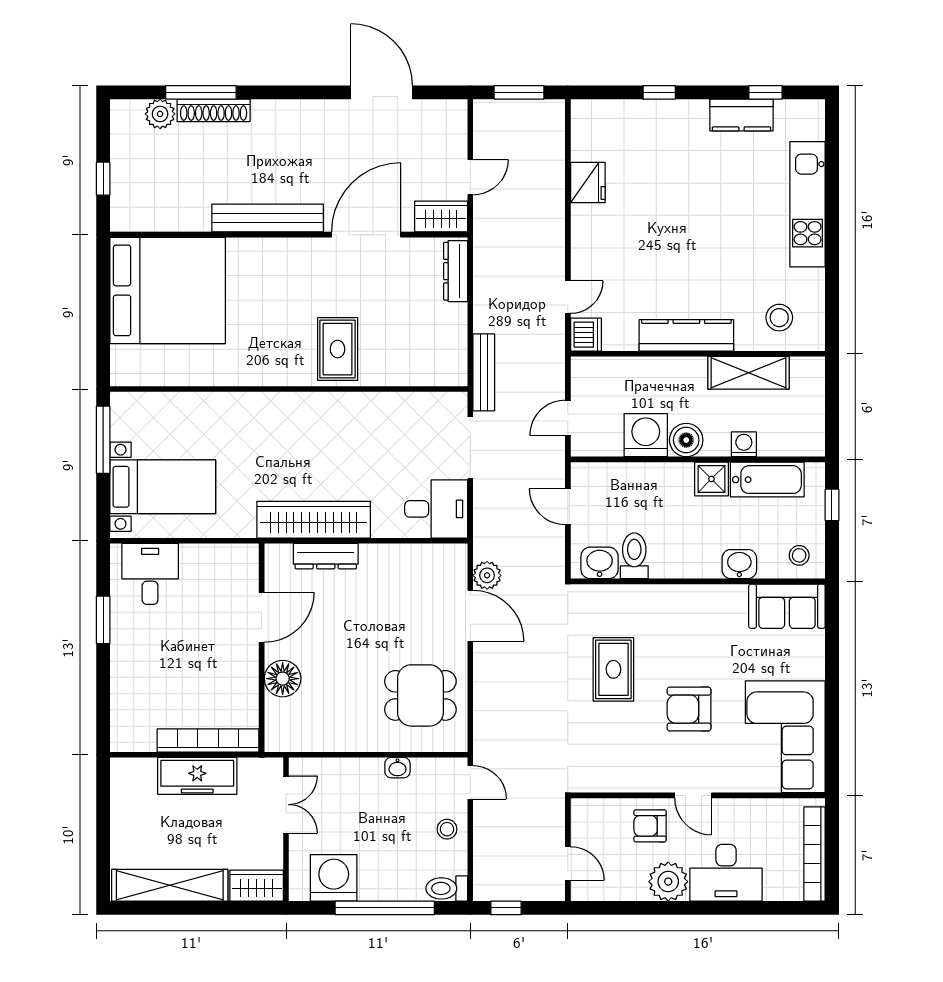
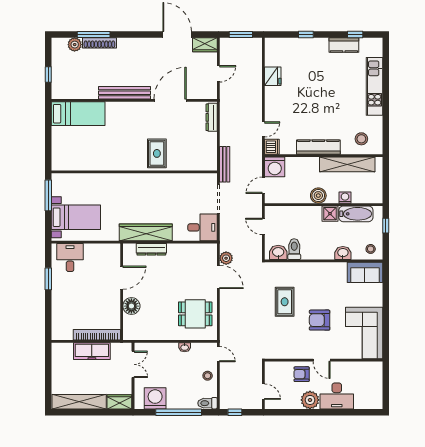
wardrobe: (441, 216) -> (205, 45), moved, turned 180
bed: (168, 290) -> (78, 114), width x0.49
shelving: (748, 373) -> (347, 164), width x1.47
washing machine: (646, 435) -> (275, 167), moved, turned 180
bookcase: (815, 854) -> (378, 387), removed

